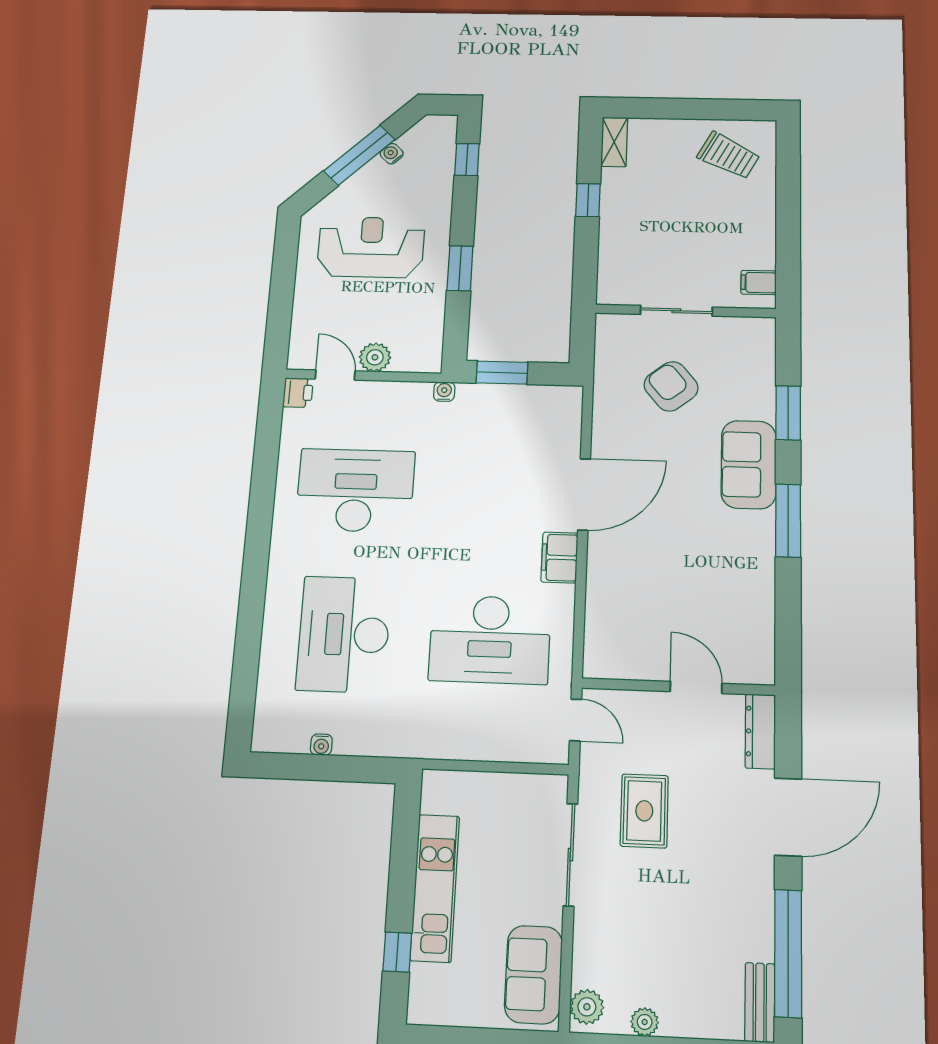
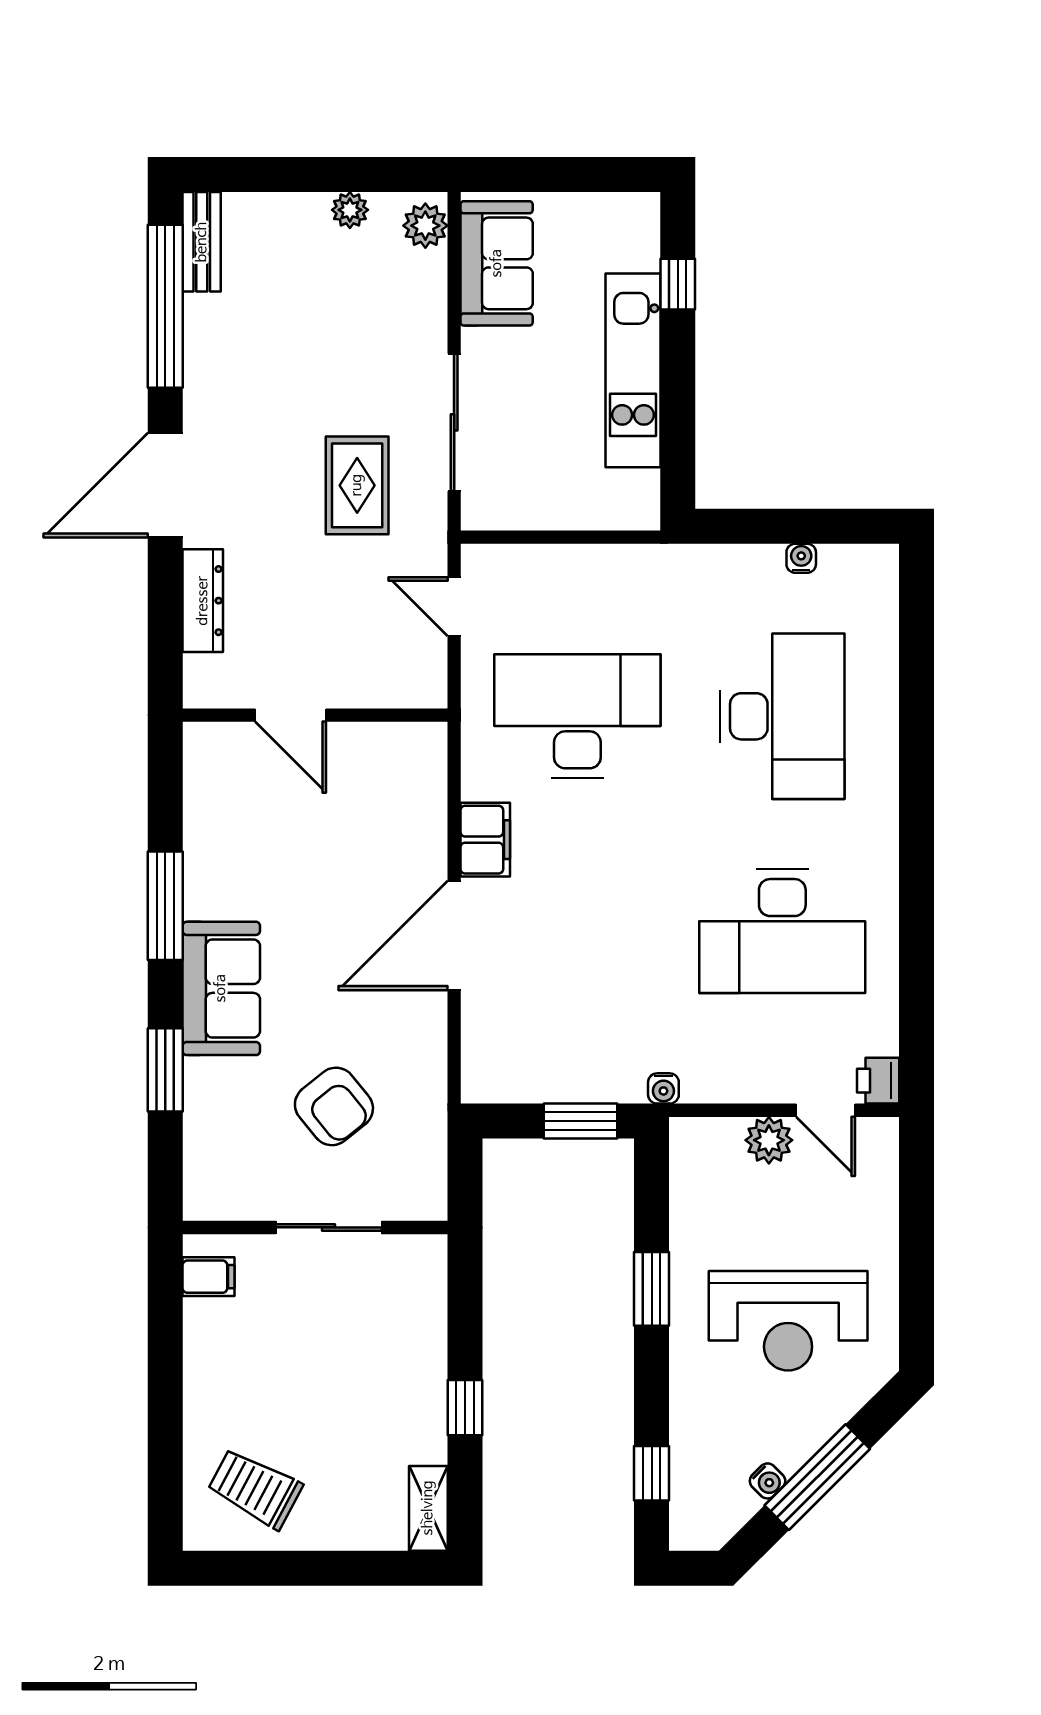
wall: (678, 687) -> (315, 715), moved
door: (696, 687) -> (291, 715), moved

